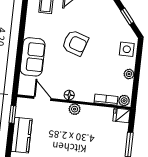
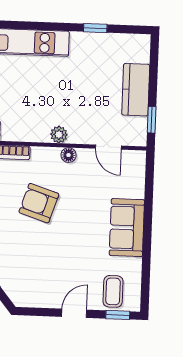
armchair: (75, 43) -> (39, 203), moved
sofa: (33, 57) -> (127, 228), moved

